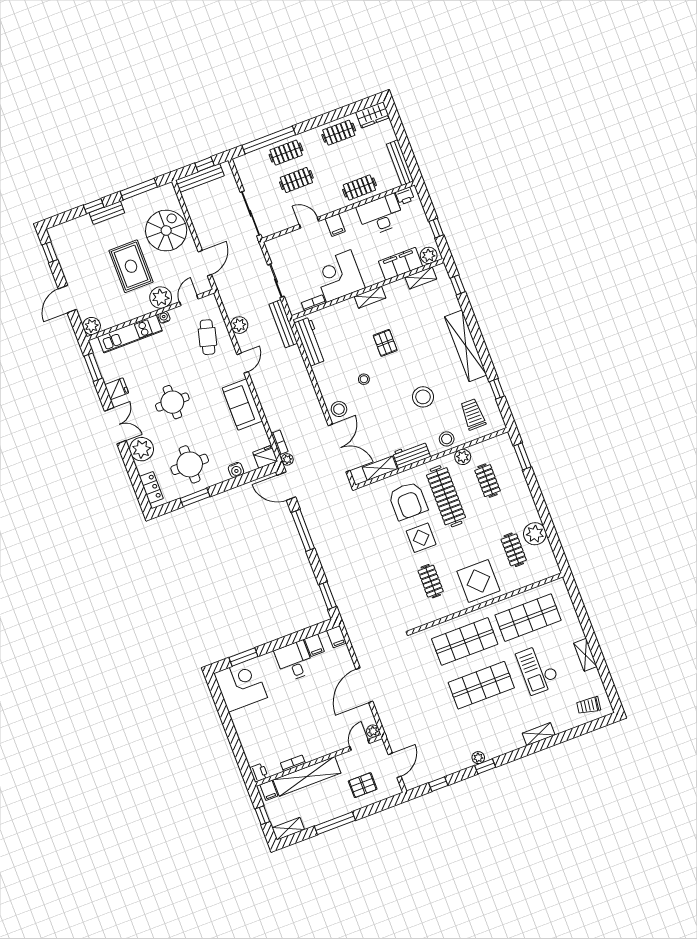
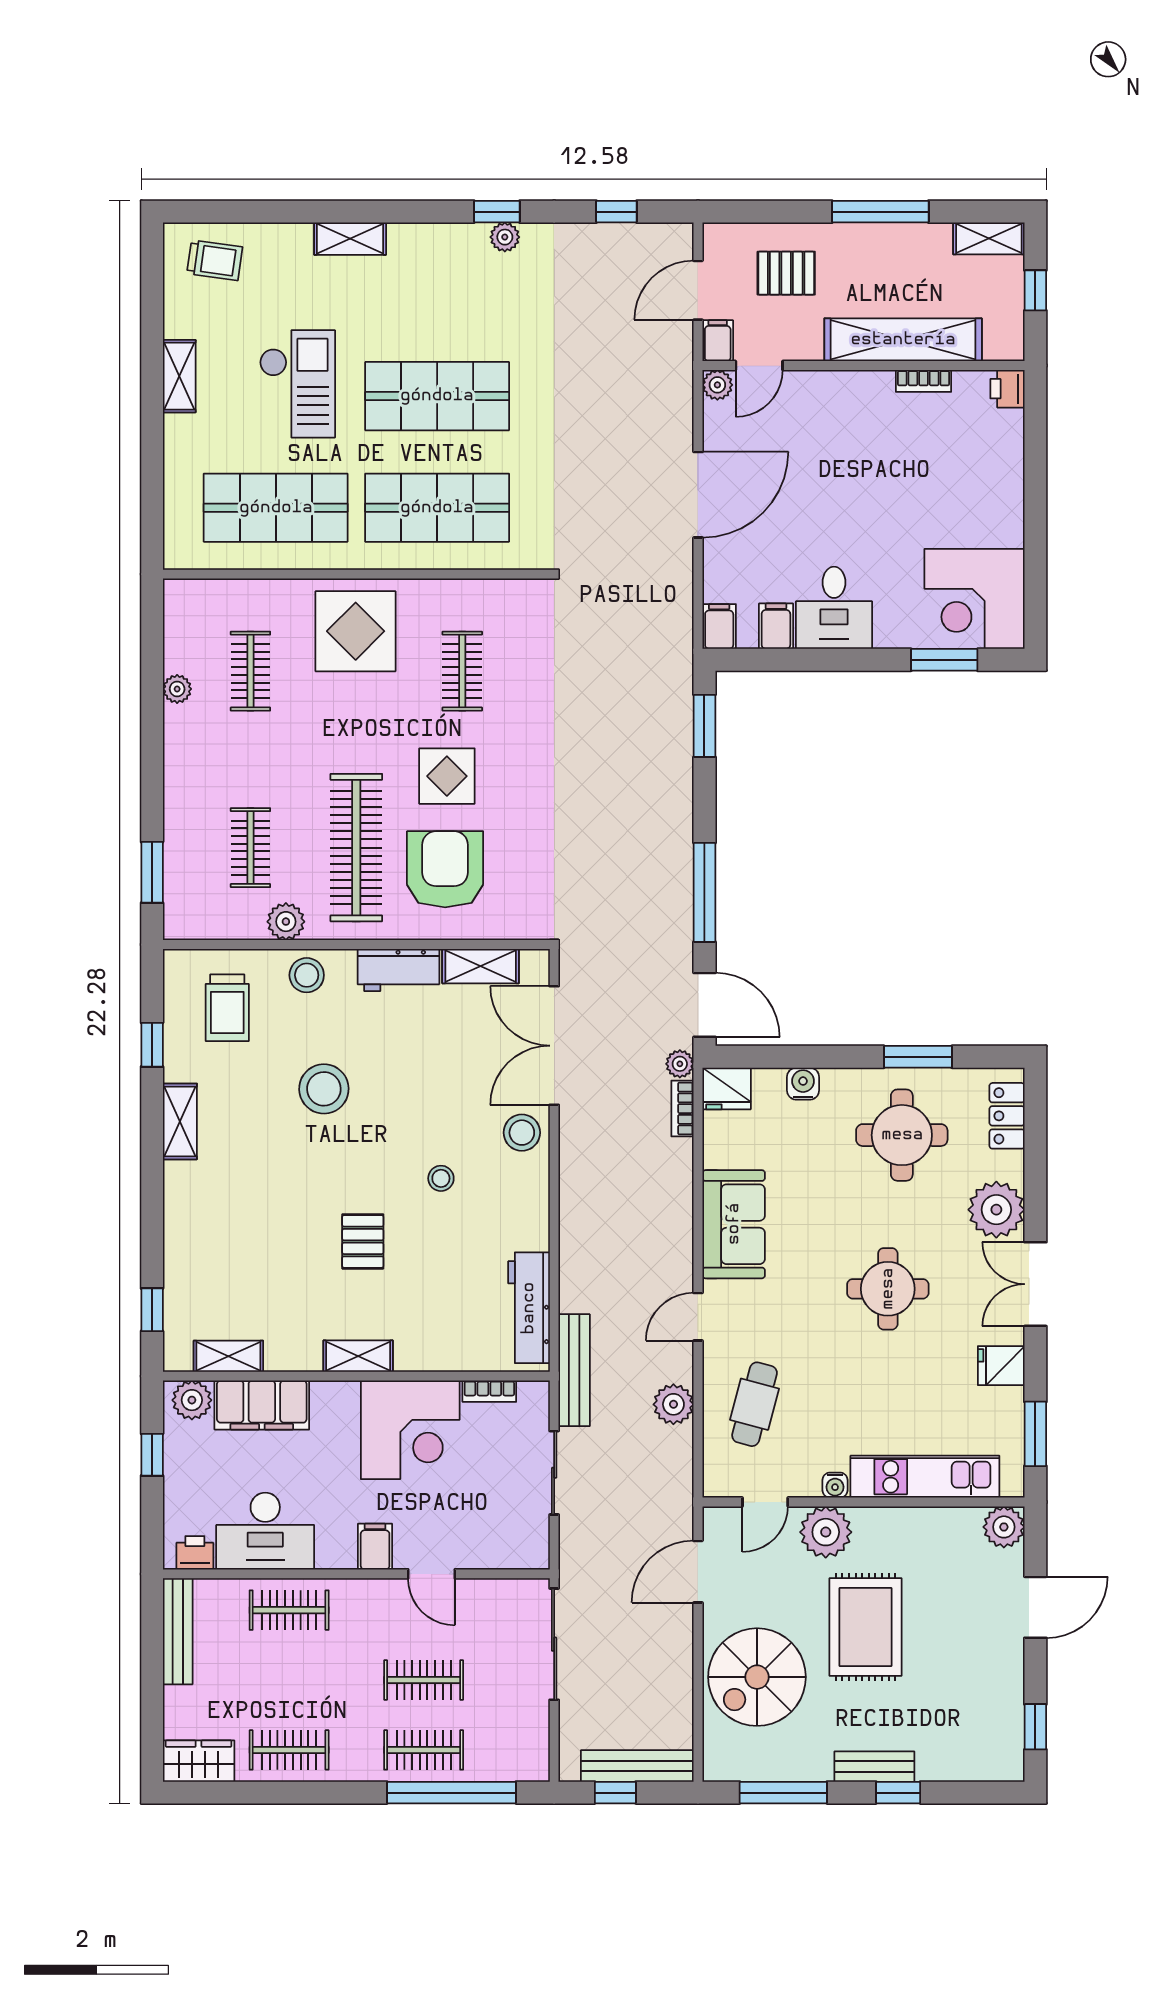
shelving: (466, 346) -> (180, 1121), width x0.45, depth x0.75
plant: (535, 534) -> (177, 689), width x0.53, depth x0.53
filing cabinet: (269, 790) -> (718, 341), moved

